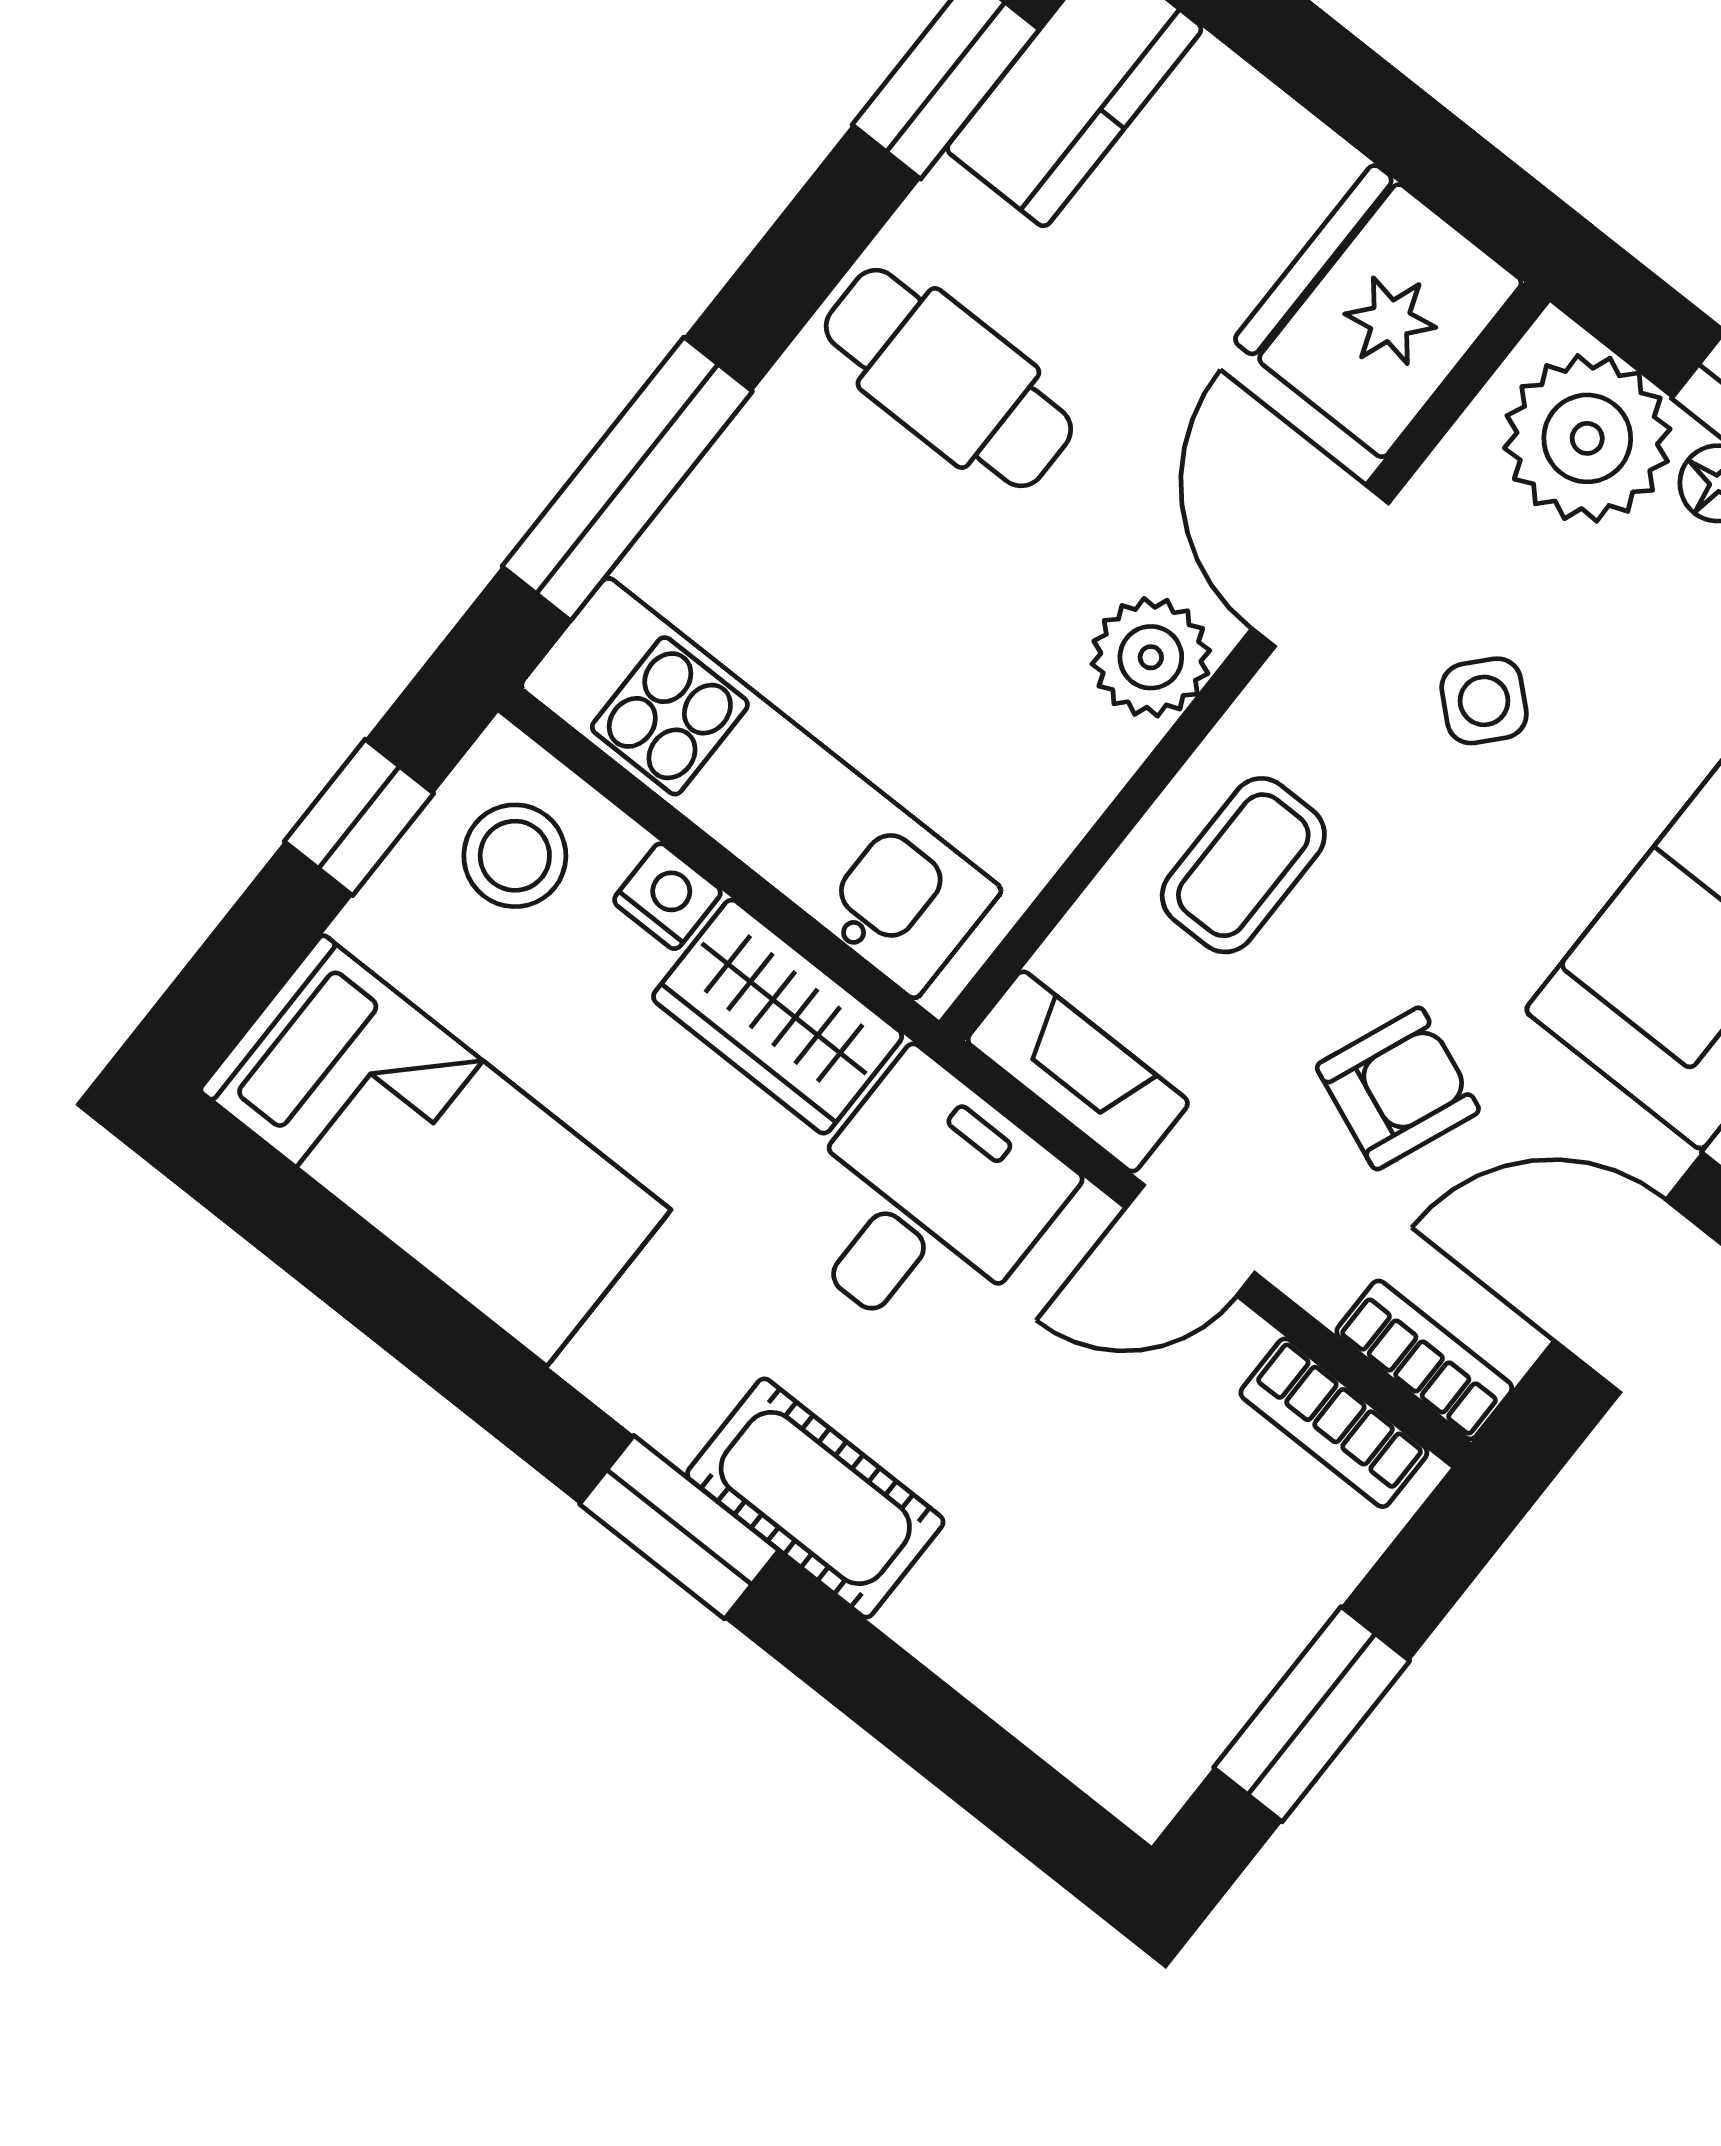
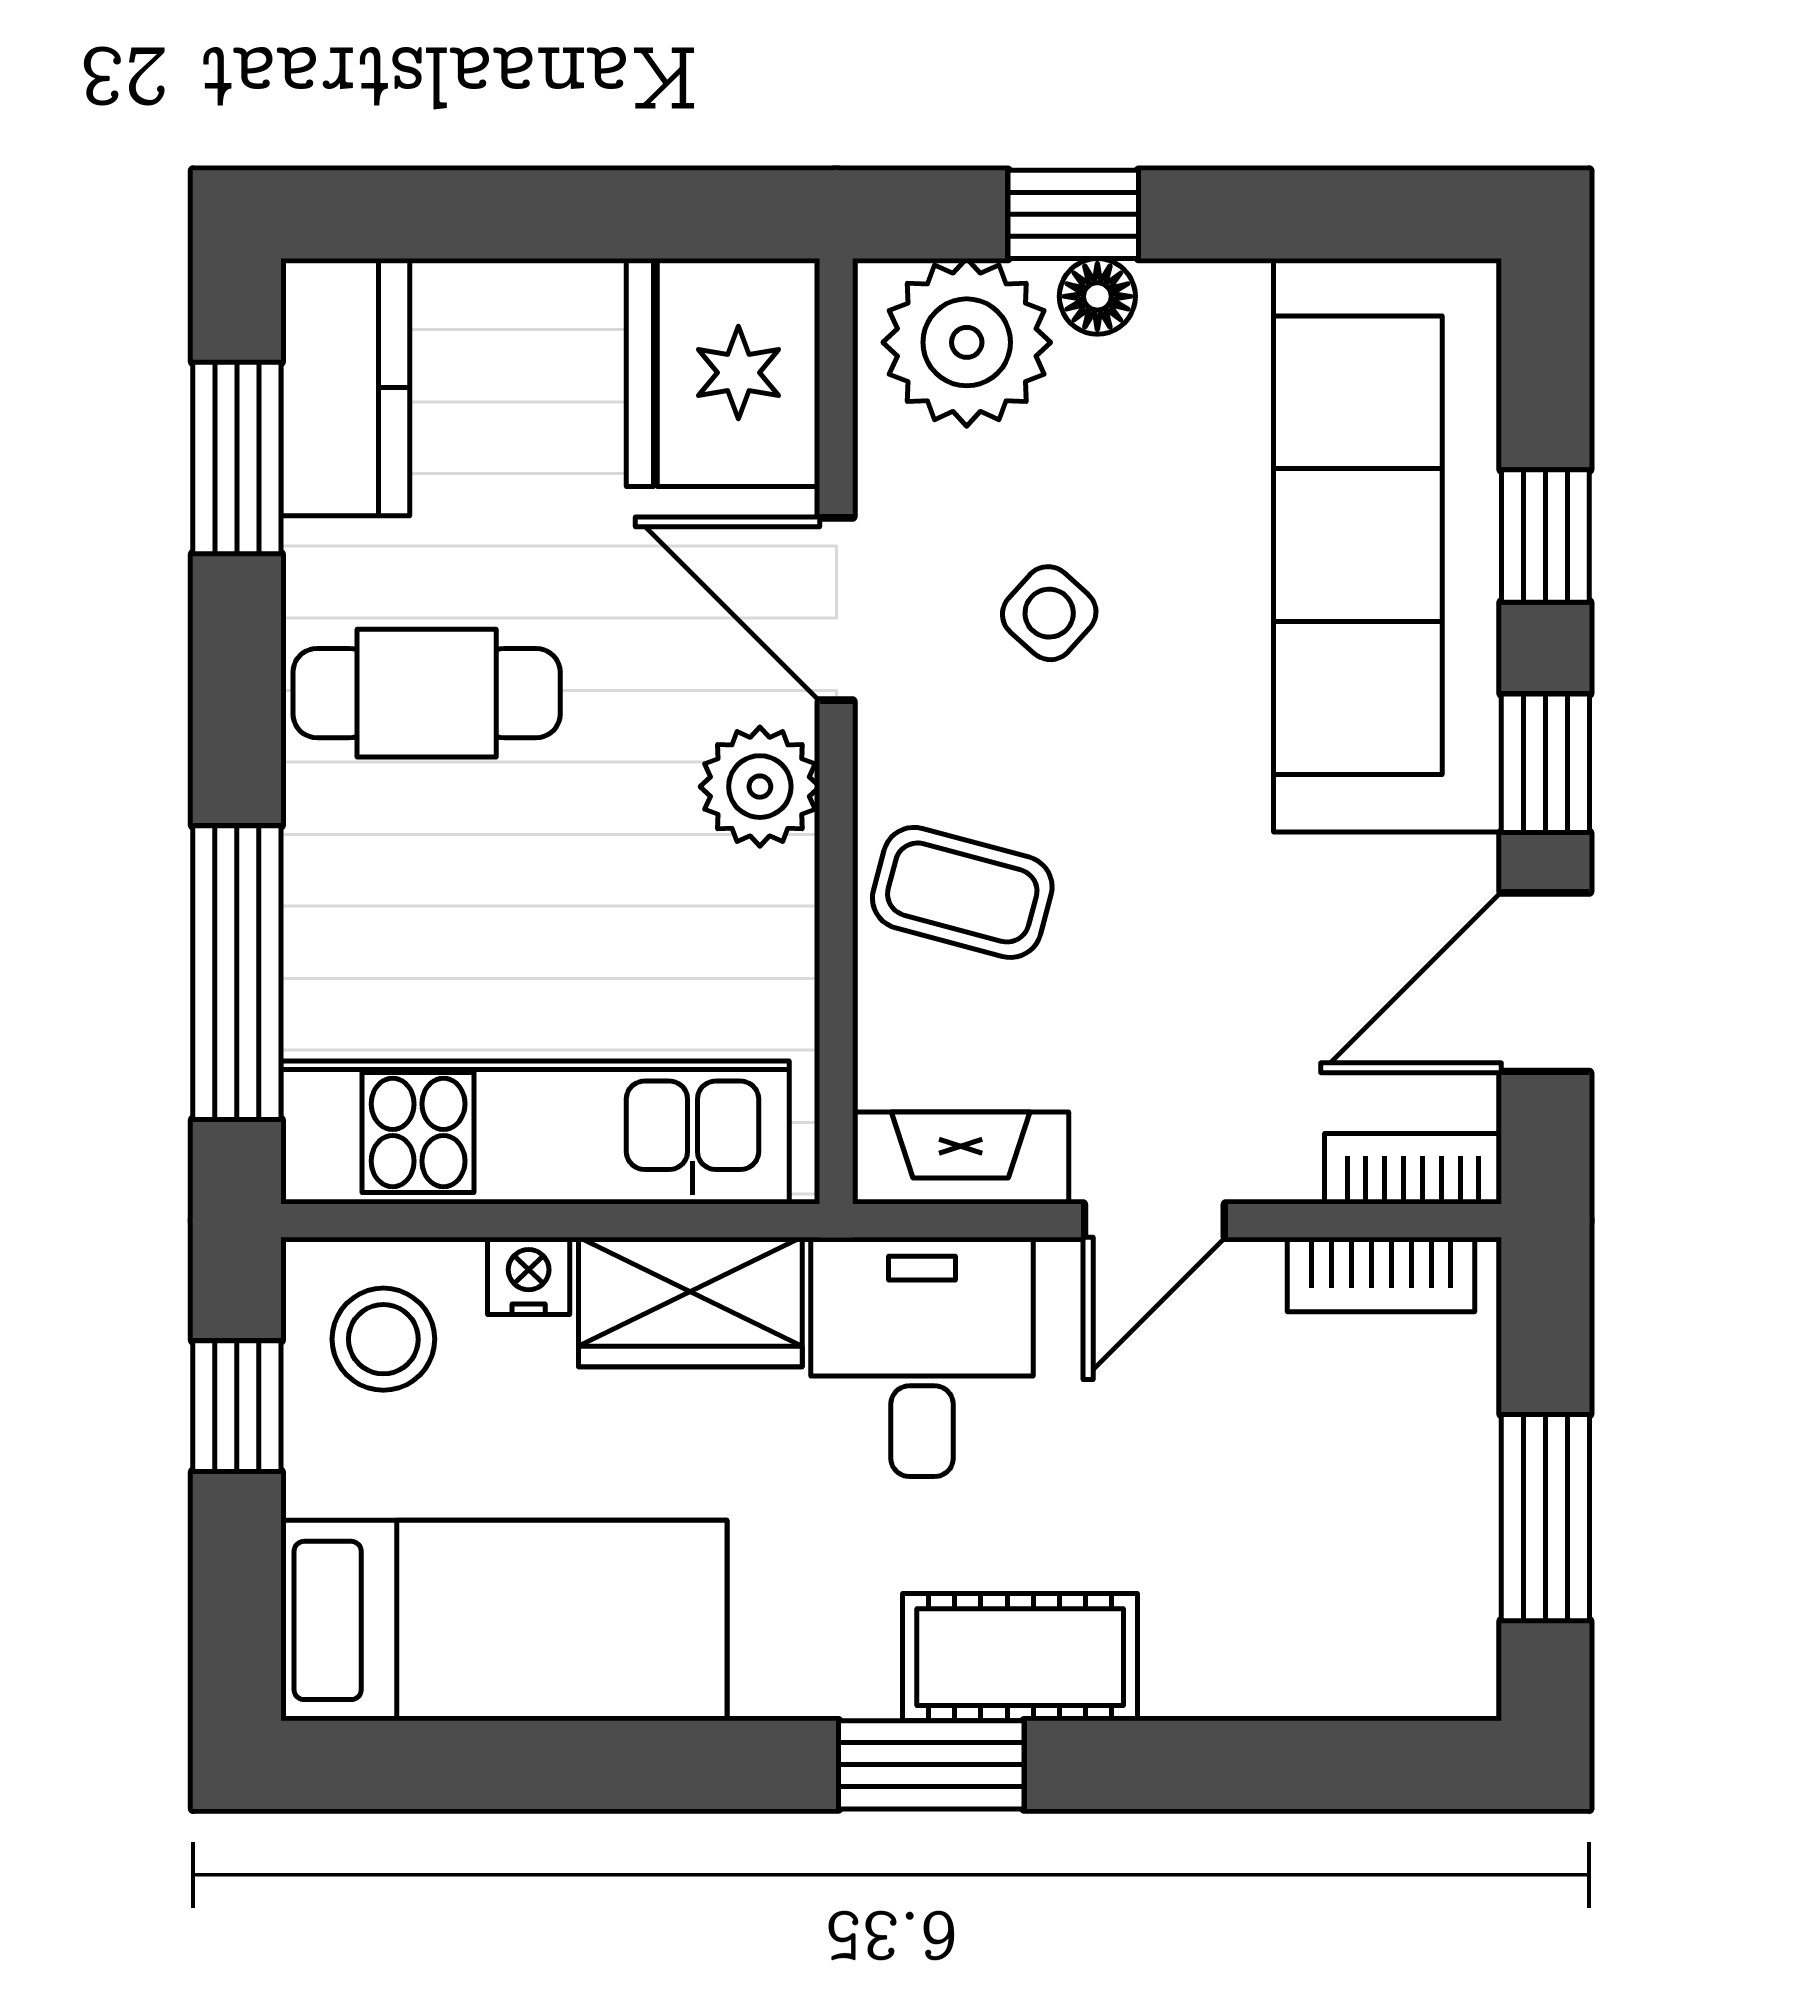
coffee table: (1243, 865) -> (962, 892), turned -75
armchair: (1398, 1088) -> (1223, 972), removed

